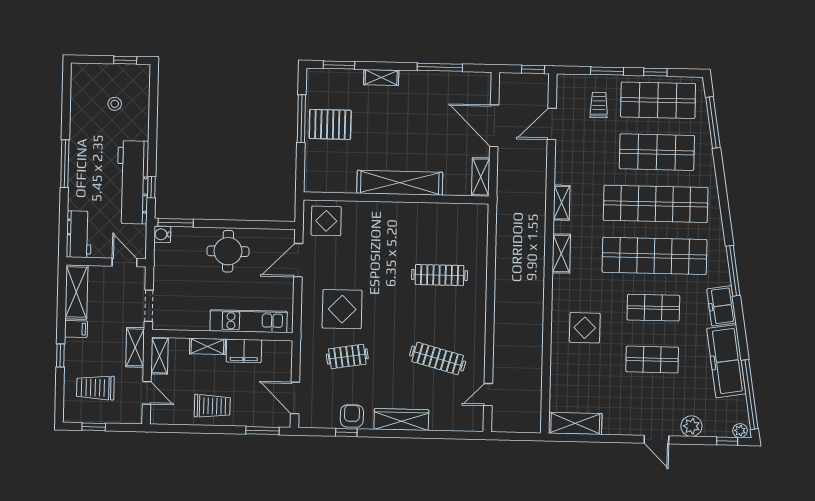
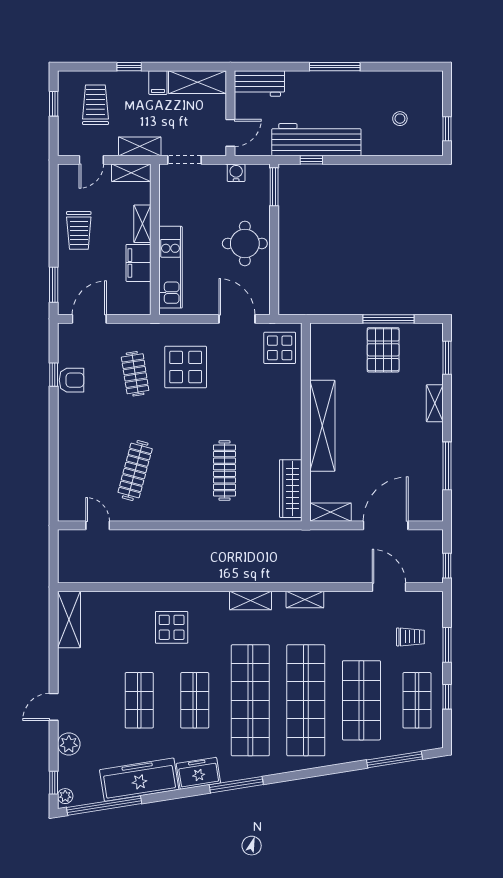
shop shelf: (658, 100) -> (417, 700), width x0.70, depth x0.74
water cooler: (162, 234) -> (236, 173), moved
wardrobe: (401, 420) -> (291, 489), moved, turned 180

